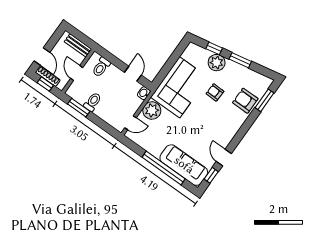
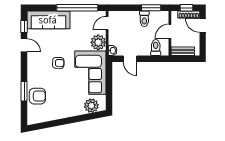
window: (214, 48) -> (86, 117), removed
window: (240, 60) -> (61, 122), removed
plant: (217, 63) -> (91, 106), moved
door: (77, 73) -> (170, 31), swing flipped
armchair: (215, 92) -> (58, 63), moved
window: (264, 100) -> (24, 91), moved
window: (164, 168) -> (77, 8), moved

